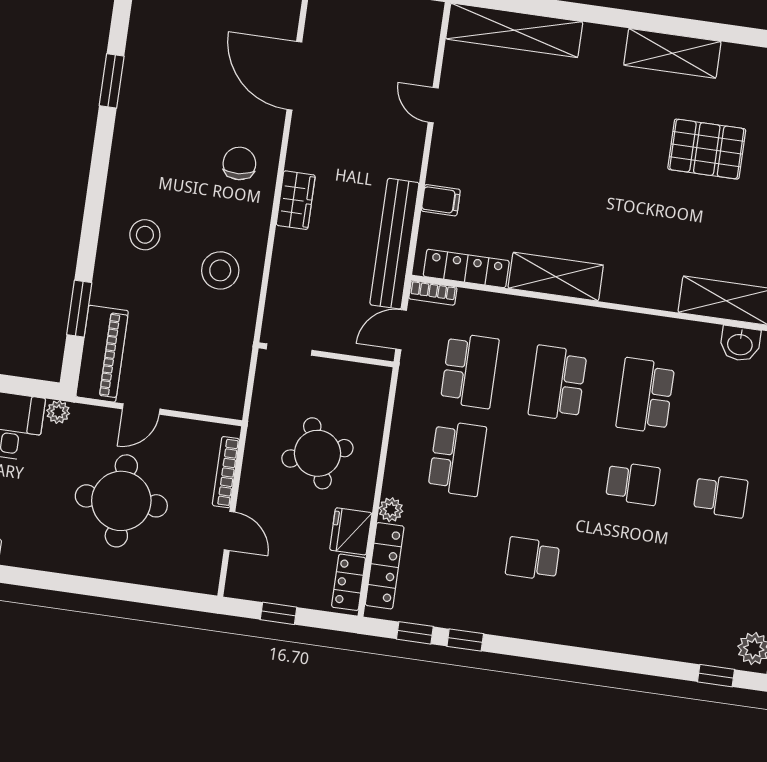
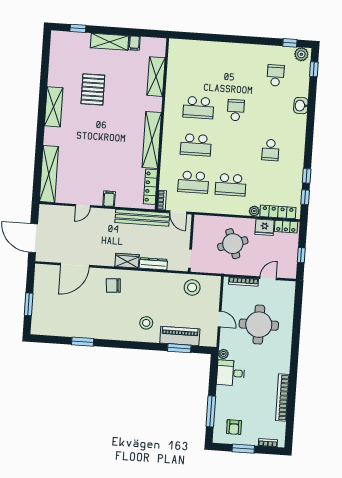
filing cabinet: (441, 200) -> (109, 199), moved
dresser: (284, 262) -> (153, 264), added
stool: (220, 270) -> (192, 287), moved
shelving: (556, 277) -> (152, 140), width x1.47
washbasin: (740, 344) -> (301, 106), moved, turned 180
piano: (102, 354) -> (180, 336), moved
school desk: (470, 371) -> (193, 182), turned 180
school desk: (457, 458) -> (231, 185), turned 180
school desk: (721, 496) -> (276, 75), moved

